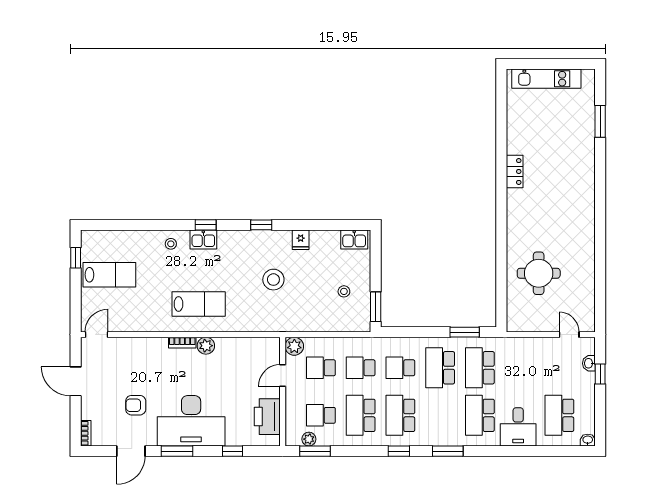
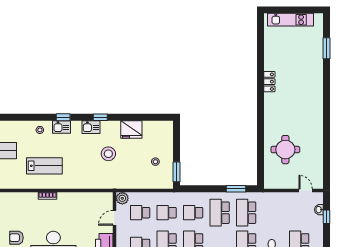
fridge: (301, 240) -> (131, 129), width x1.88, depth x1.34
kitchen sink: (354, 240) -> (91, 127), moved
lab bench: (199, 304) -> (44, 166), moved
plant: (206, 346) -> (63, 198), removed

